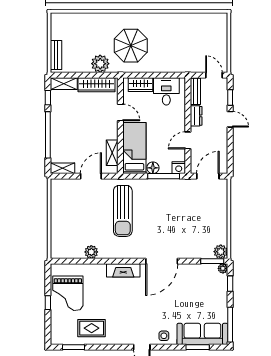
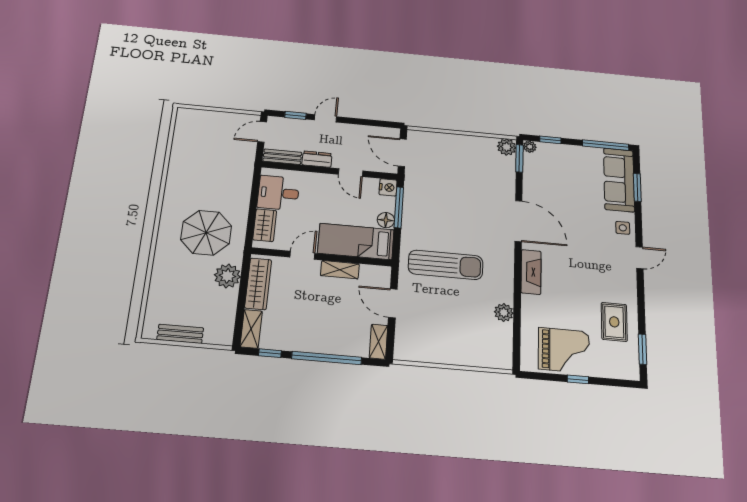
bench: (56, 55) -> (180, 334), moved
shelving: (112, 153) -> (340, 270), moved

